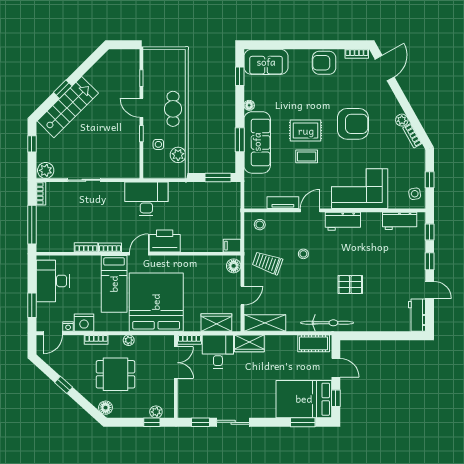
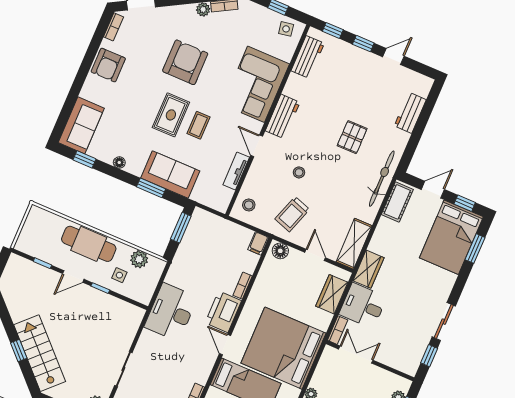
cafe table: (173, 109) -> (89, 244), width x1.37, depth x1.35
sofa: (257, 142) -> (170, 174), width x0.73
bookcase: (110, 247) -> (243, 286), moved
workbench: (417, 315) -> (410, 113), moved, turned 90

